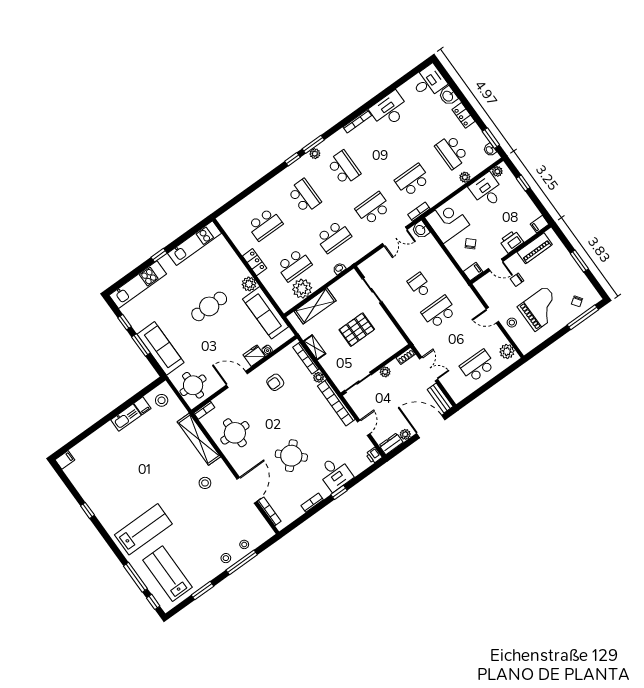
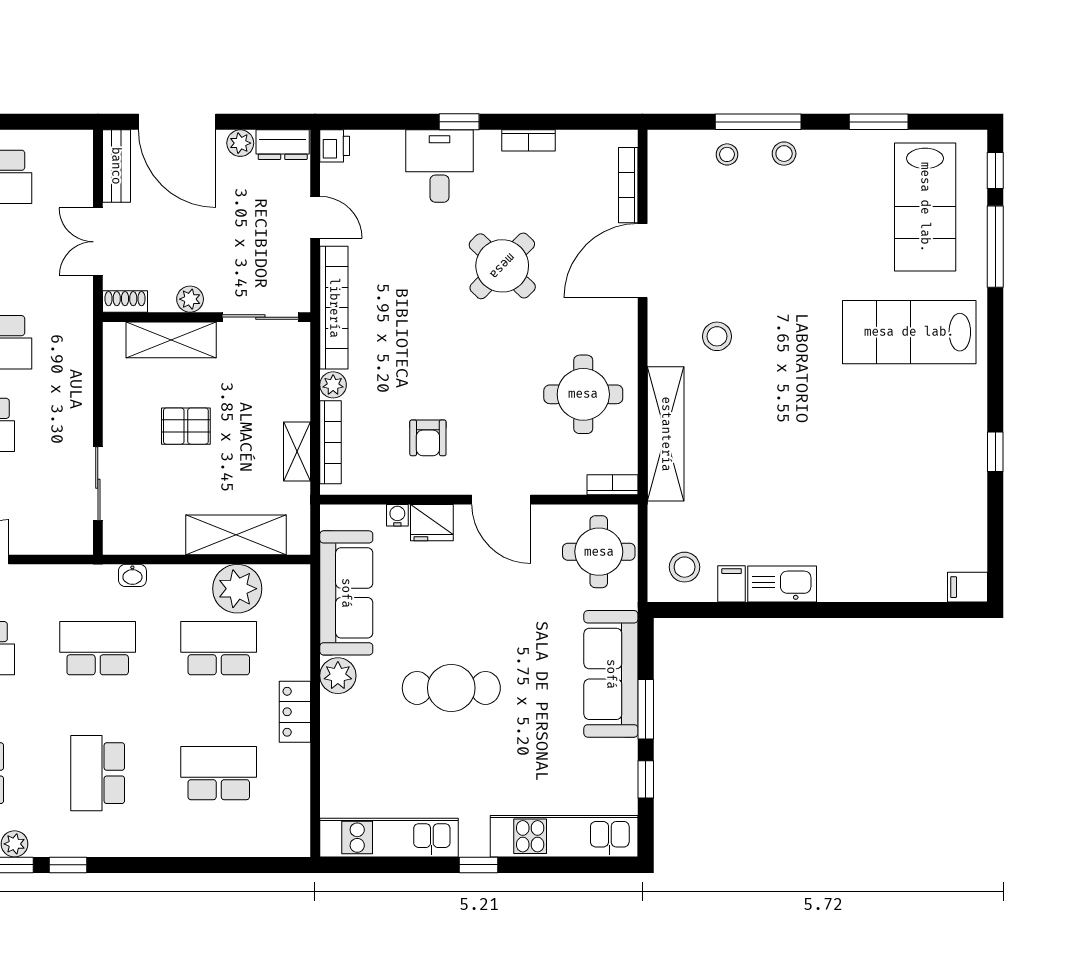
pallet: (357, 330) -> (186, 426), width x0.67, depth x0.71
shelving: (382, 354) -> (171, 340), added
armchair: (275, 382) -> (428, 438), turned 90
door: (364, 428) -> (315, 217), swing flipped

